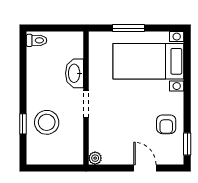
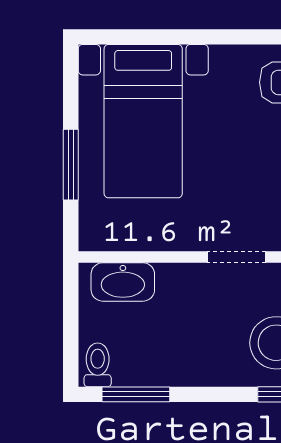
window: (23, 58) -> (136, 394), added
washbasin: (75, 73) -> (123, 282), moved

